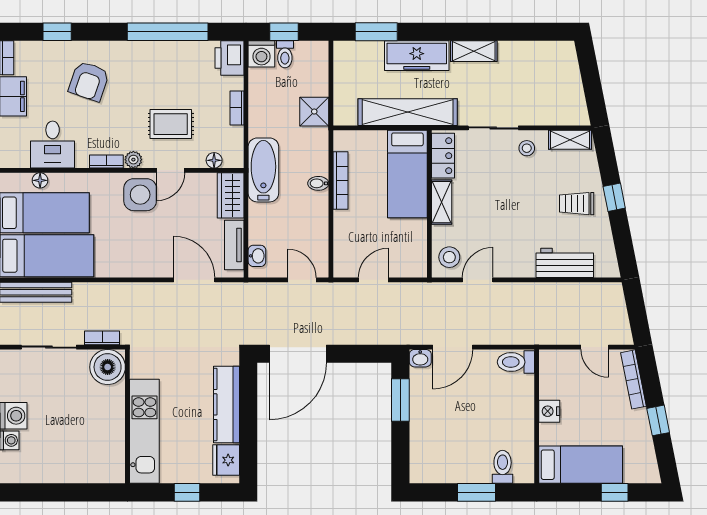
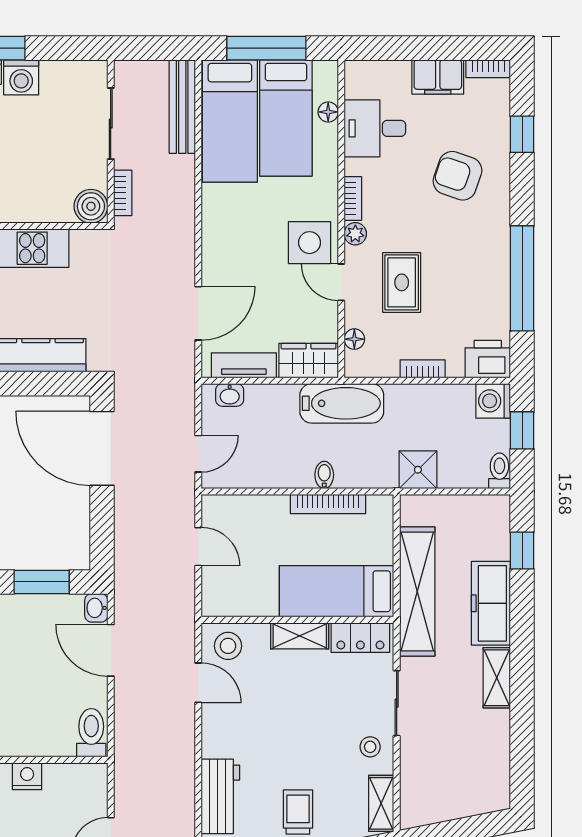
window: (376, 32) -> (522, 551), width x0.67
toilet: (285, 54) -> (499, 471), moved, turned 90
boiler: (108, 367) -> (91, 206), width x0.73, depth x0.73

